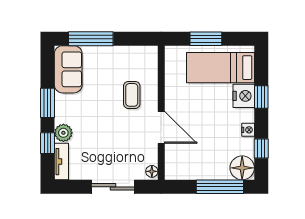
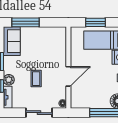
coffee table: (132, 95) -> (36, 79), moved
door: (161, 127) -> (68, 76), hinge flipped

